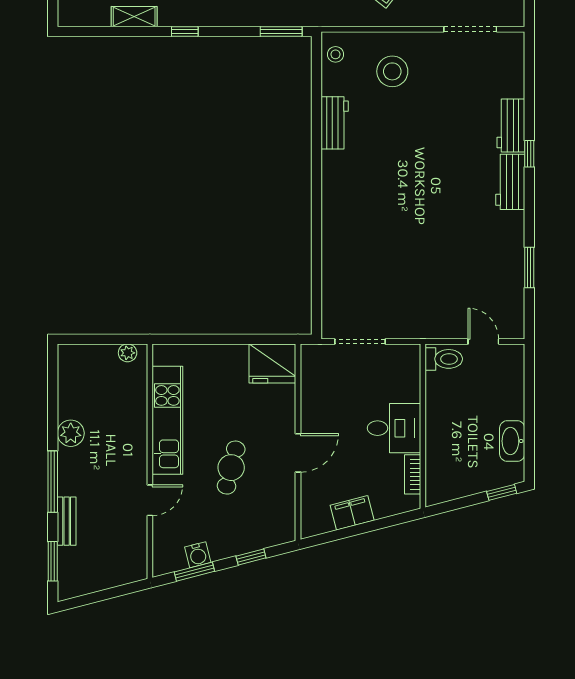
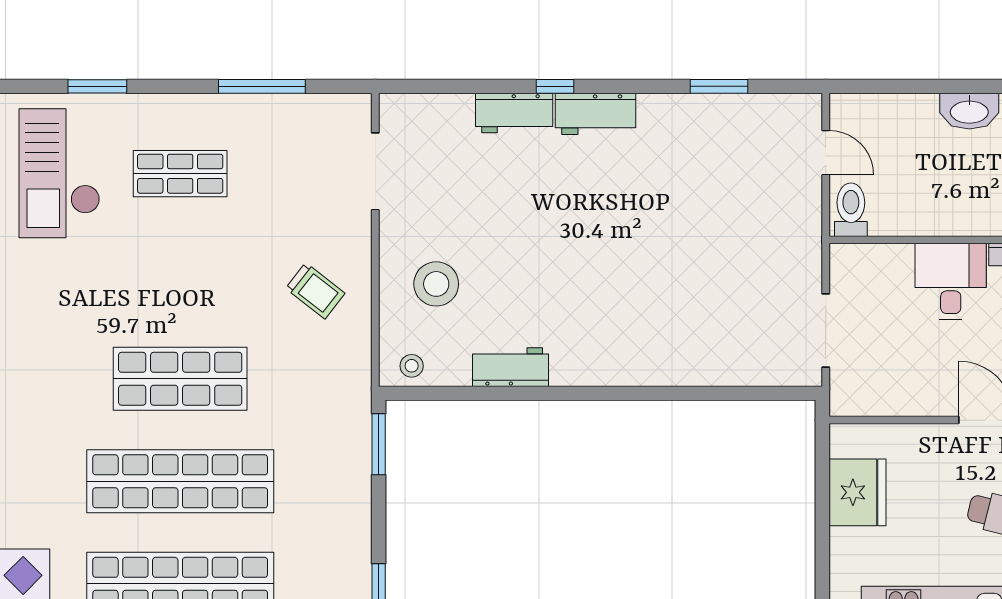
door: (483, 341) -> (826, 153), swing flipped
fridge: (272, 363) -> (857, 492), moved

